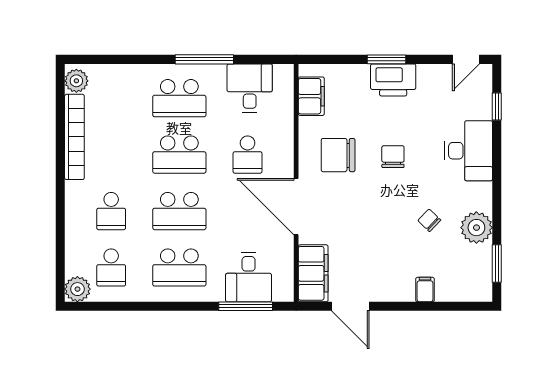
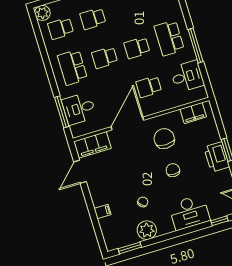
school desk: (179, 155) -> (137, 48), width x0.54
chair: (393, 157) -> (173, 170), turned -90
school desk: (179, 211) -> (105, 58), width x0.54

